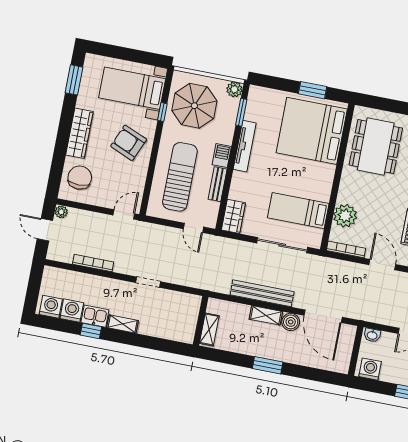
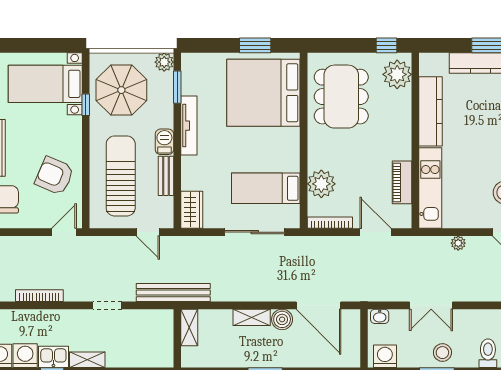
armchair: (129, 143) -> (54, 176), moved
bench: (262, 293) -> (173, 293), moved
shelving: (209, 329) -> (189, 328), moved

